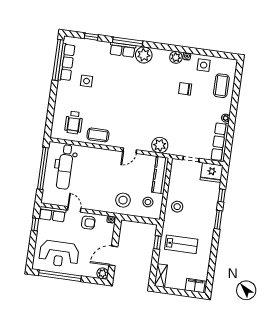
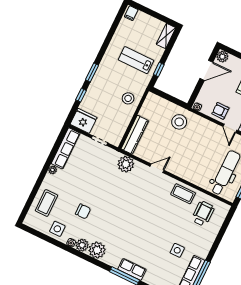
plant: (144, 55) -> (97, 250), moved
stool: (148, 202) -> (155, 112), removed
filing cabinet: (195, 286) -> (131, 13), width x0.50

